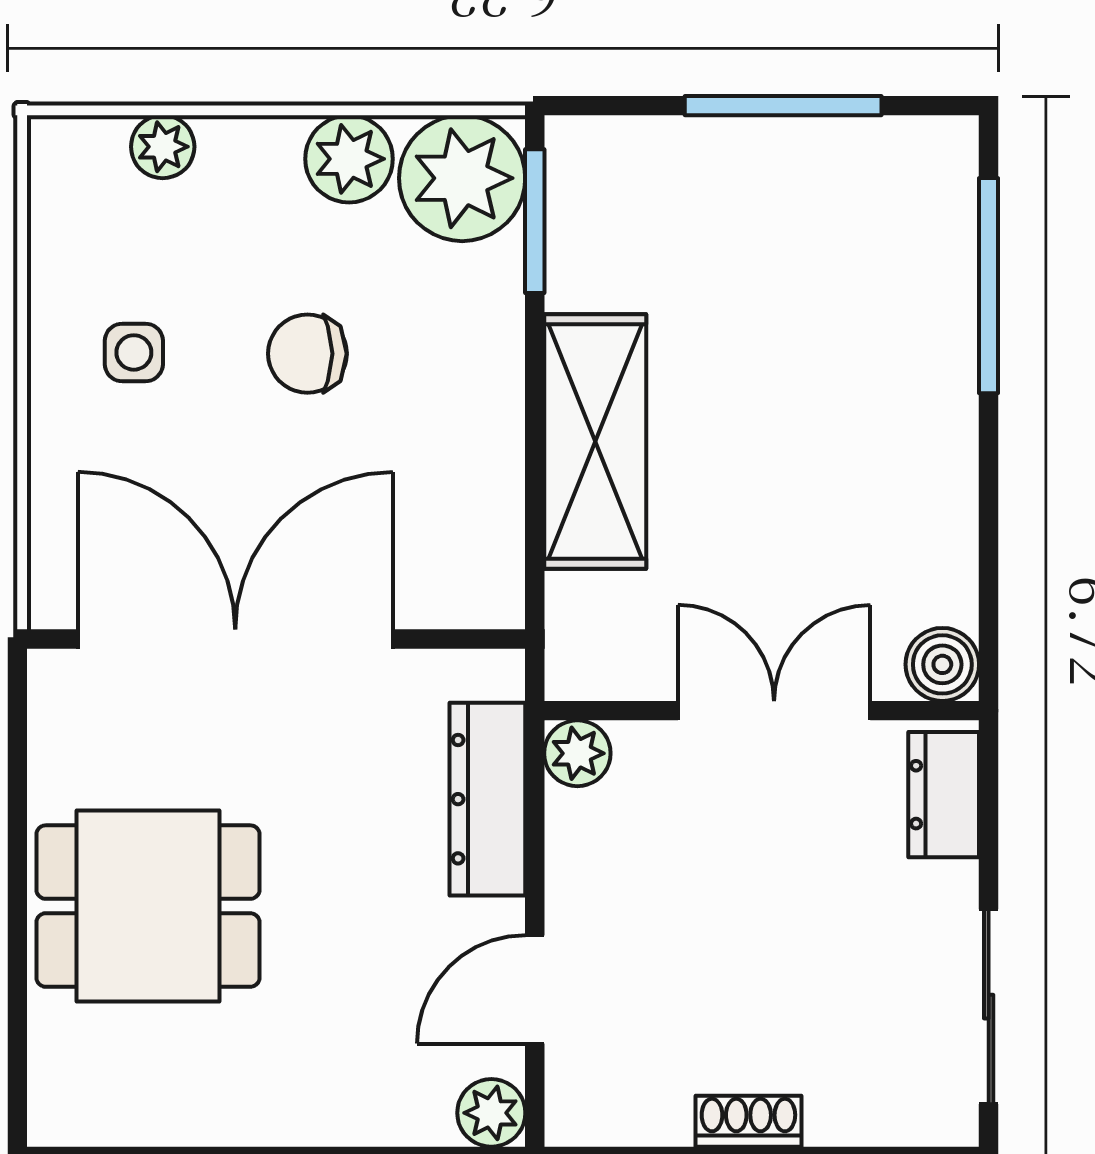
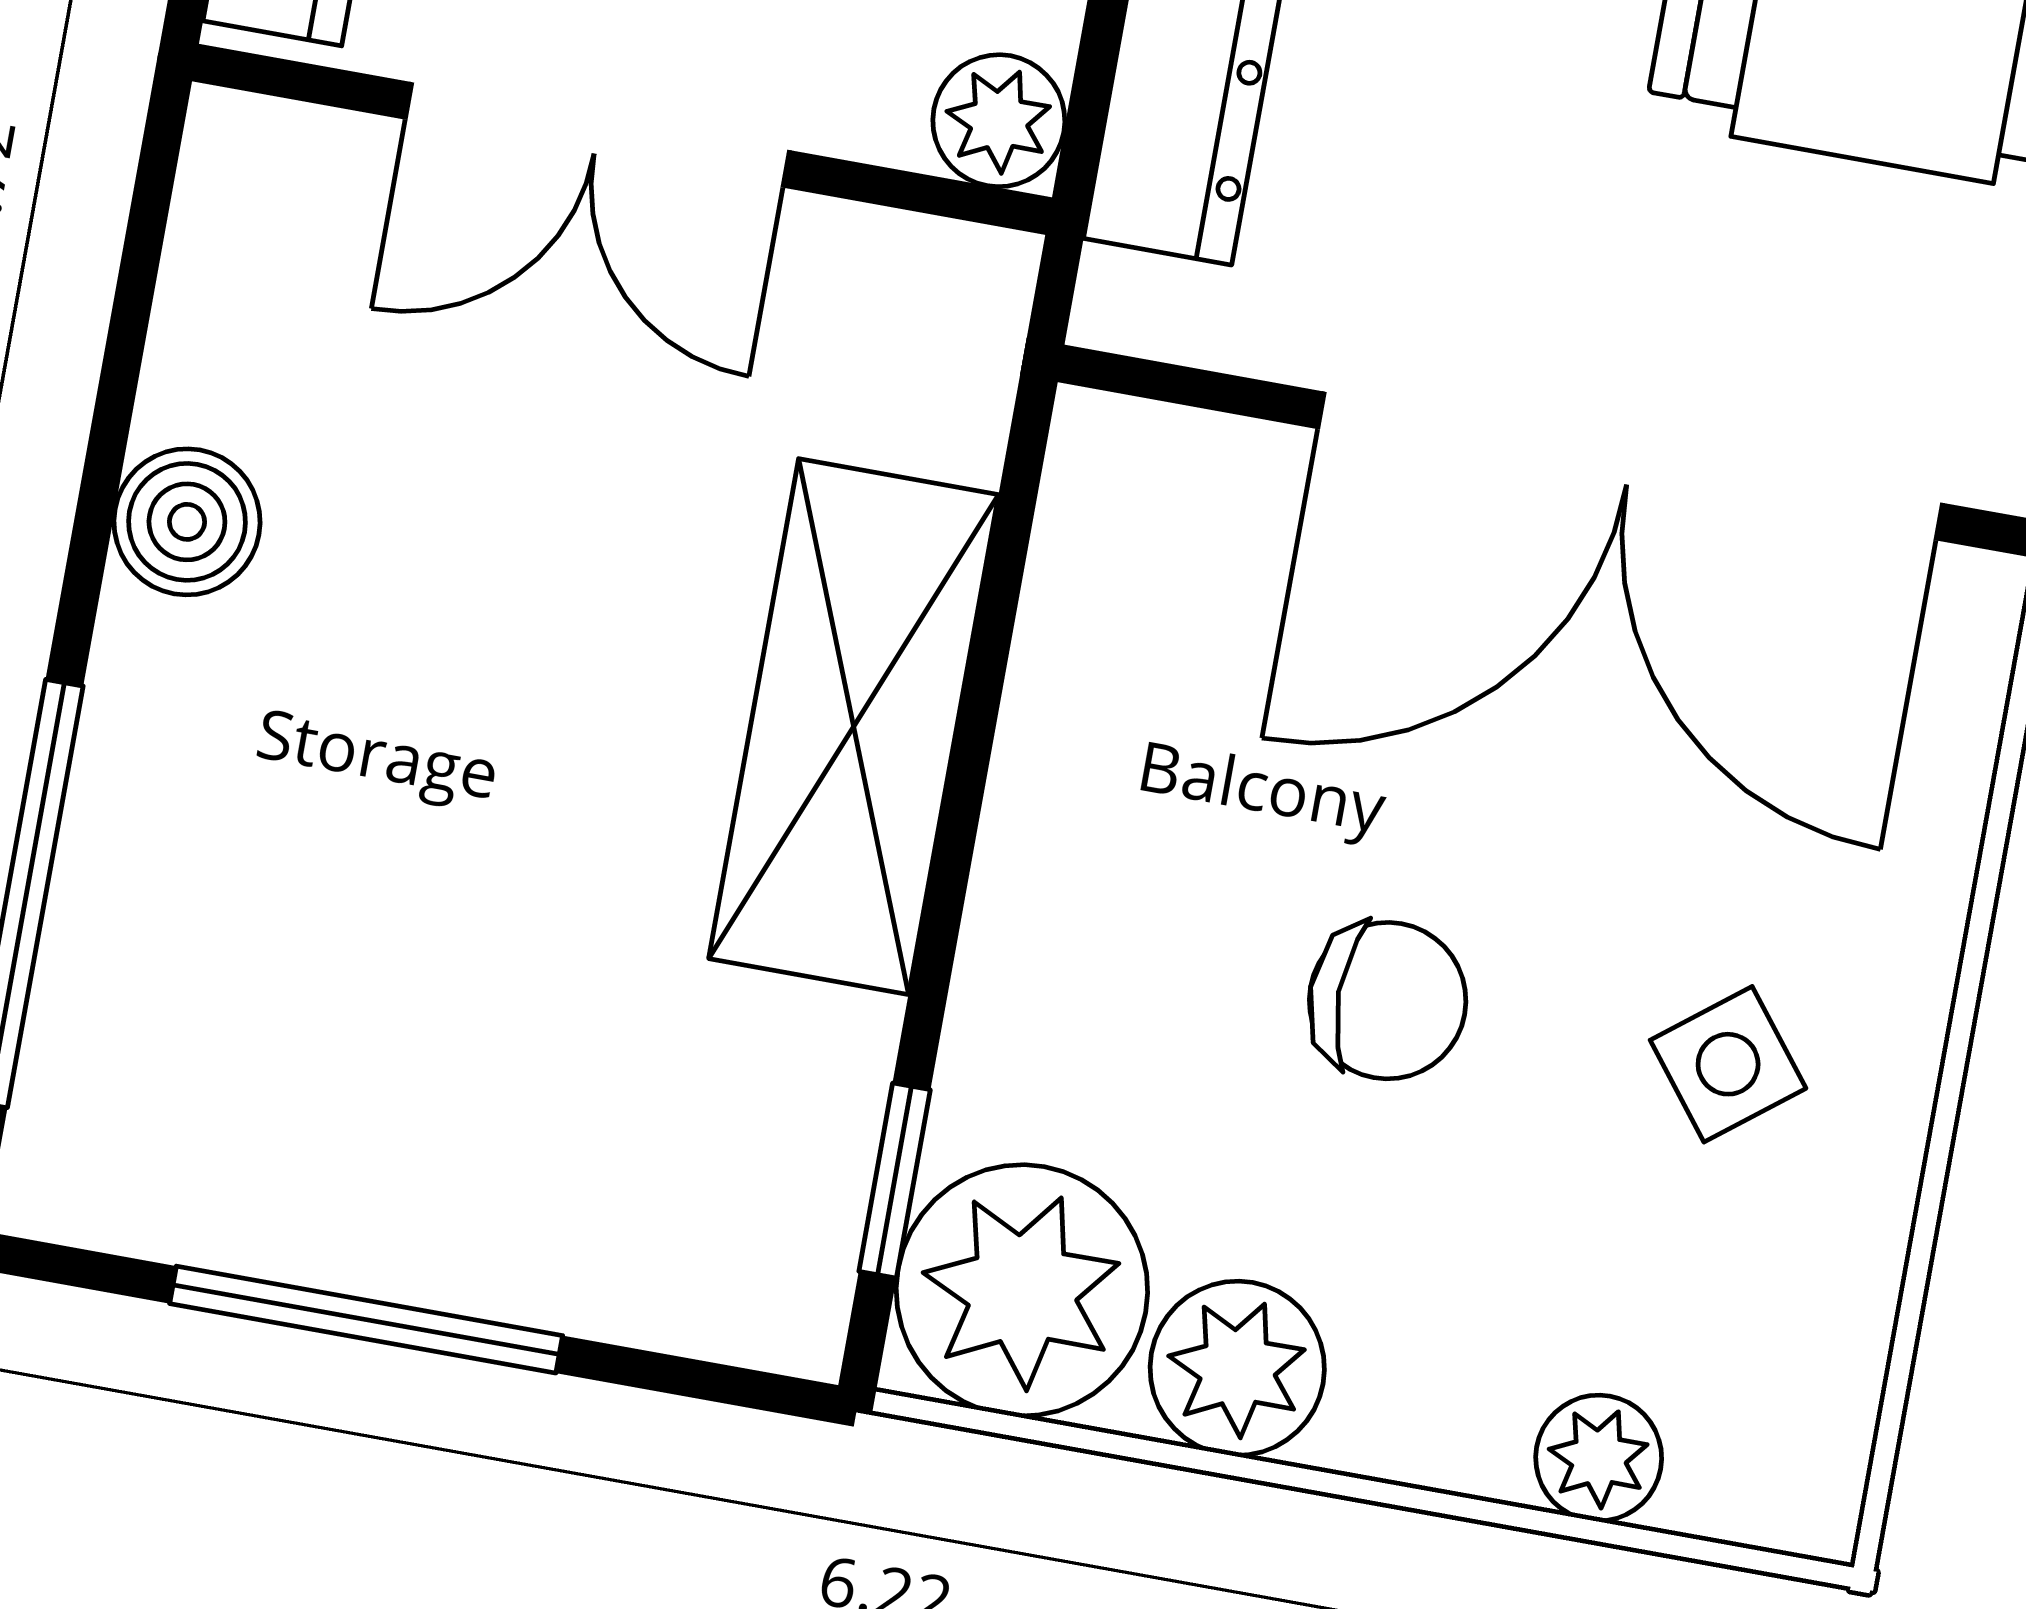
window: (535, 221) -> (895, 1181), width x0.67
side table: (134, 352) -> (1728, 1064), turned -38
boiler: (942, 664) -> (187, 522), moved

